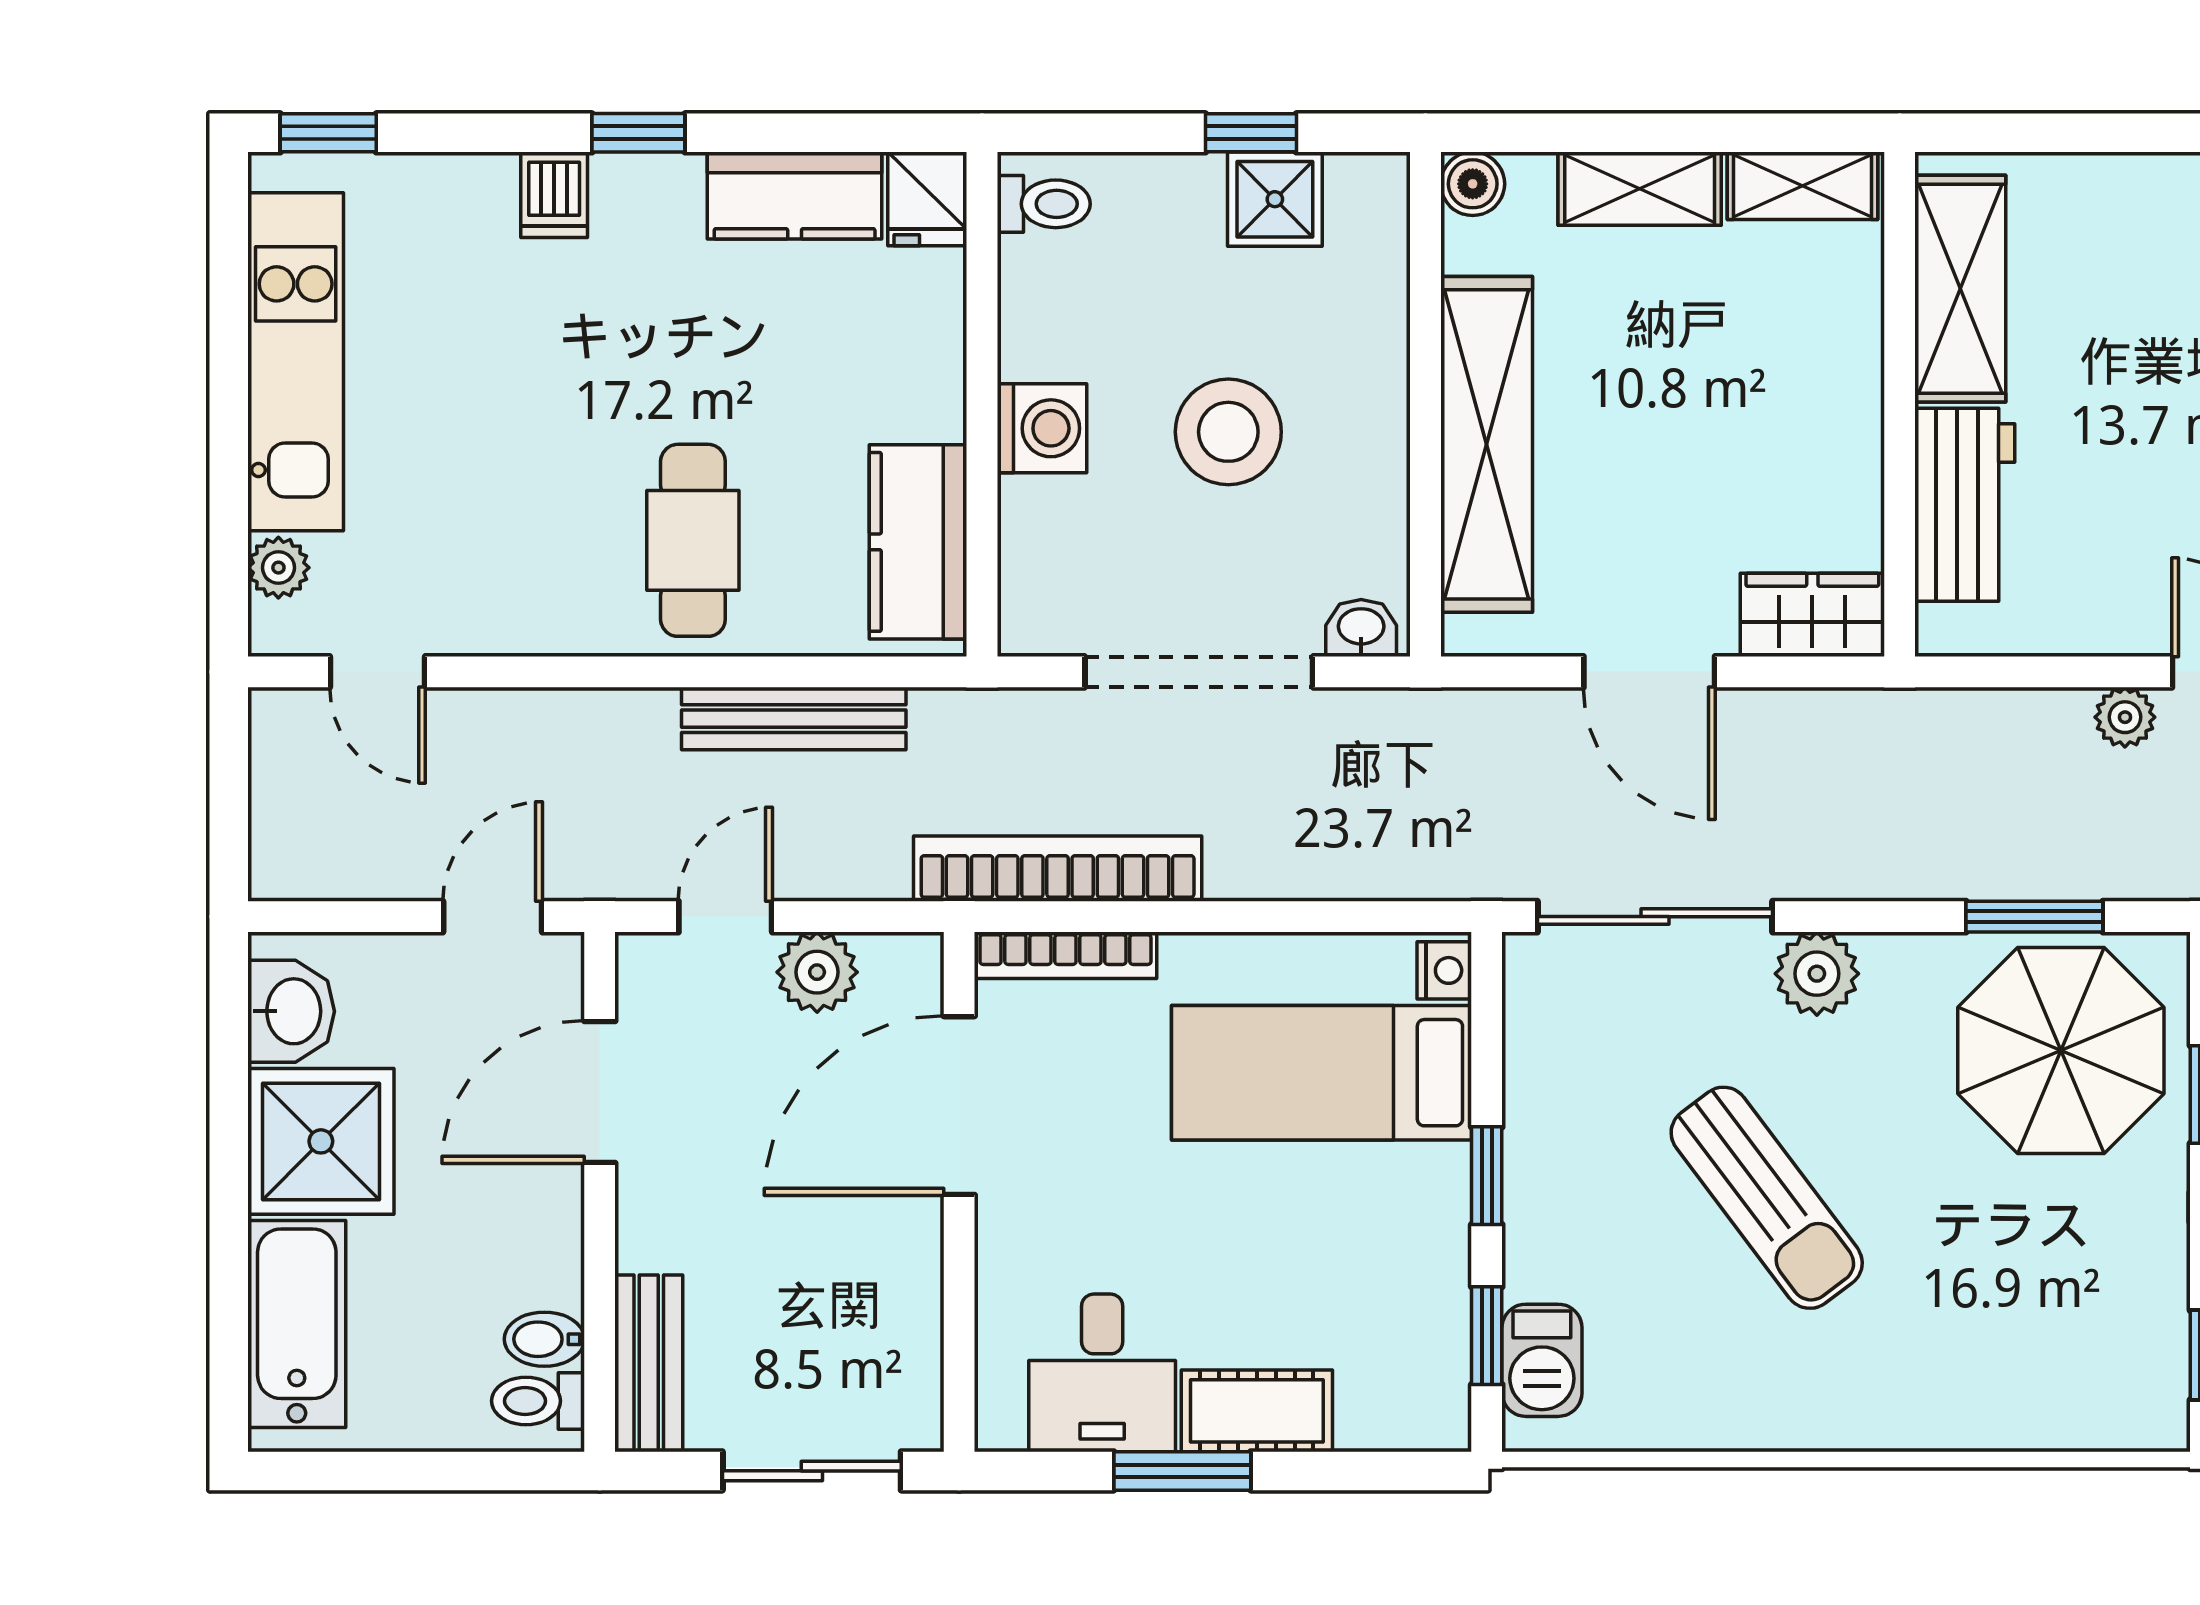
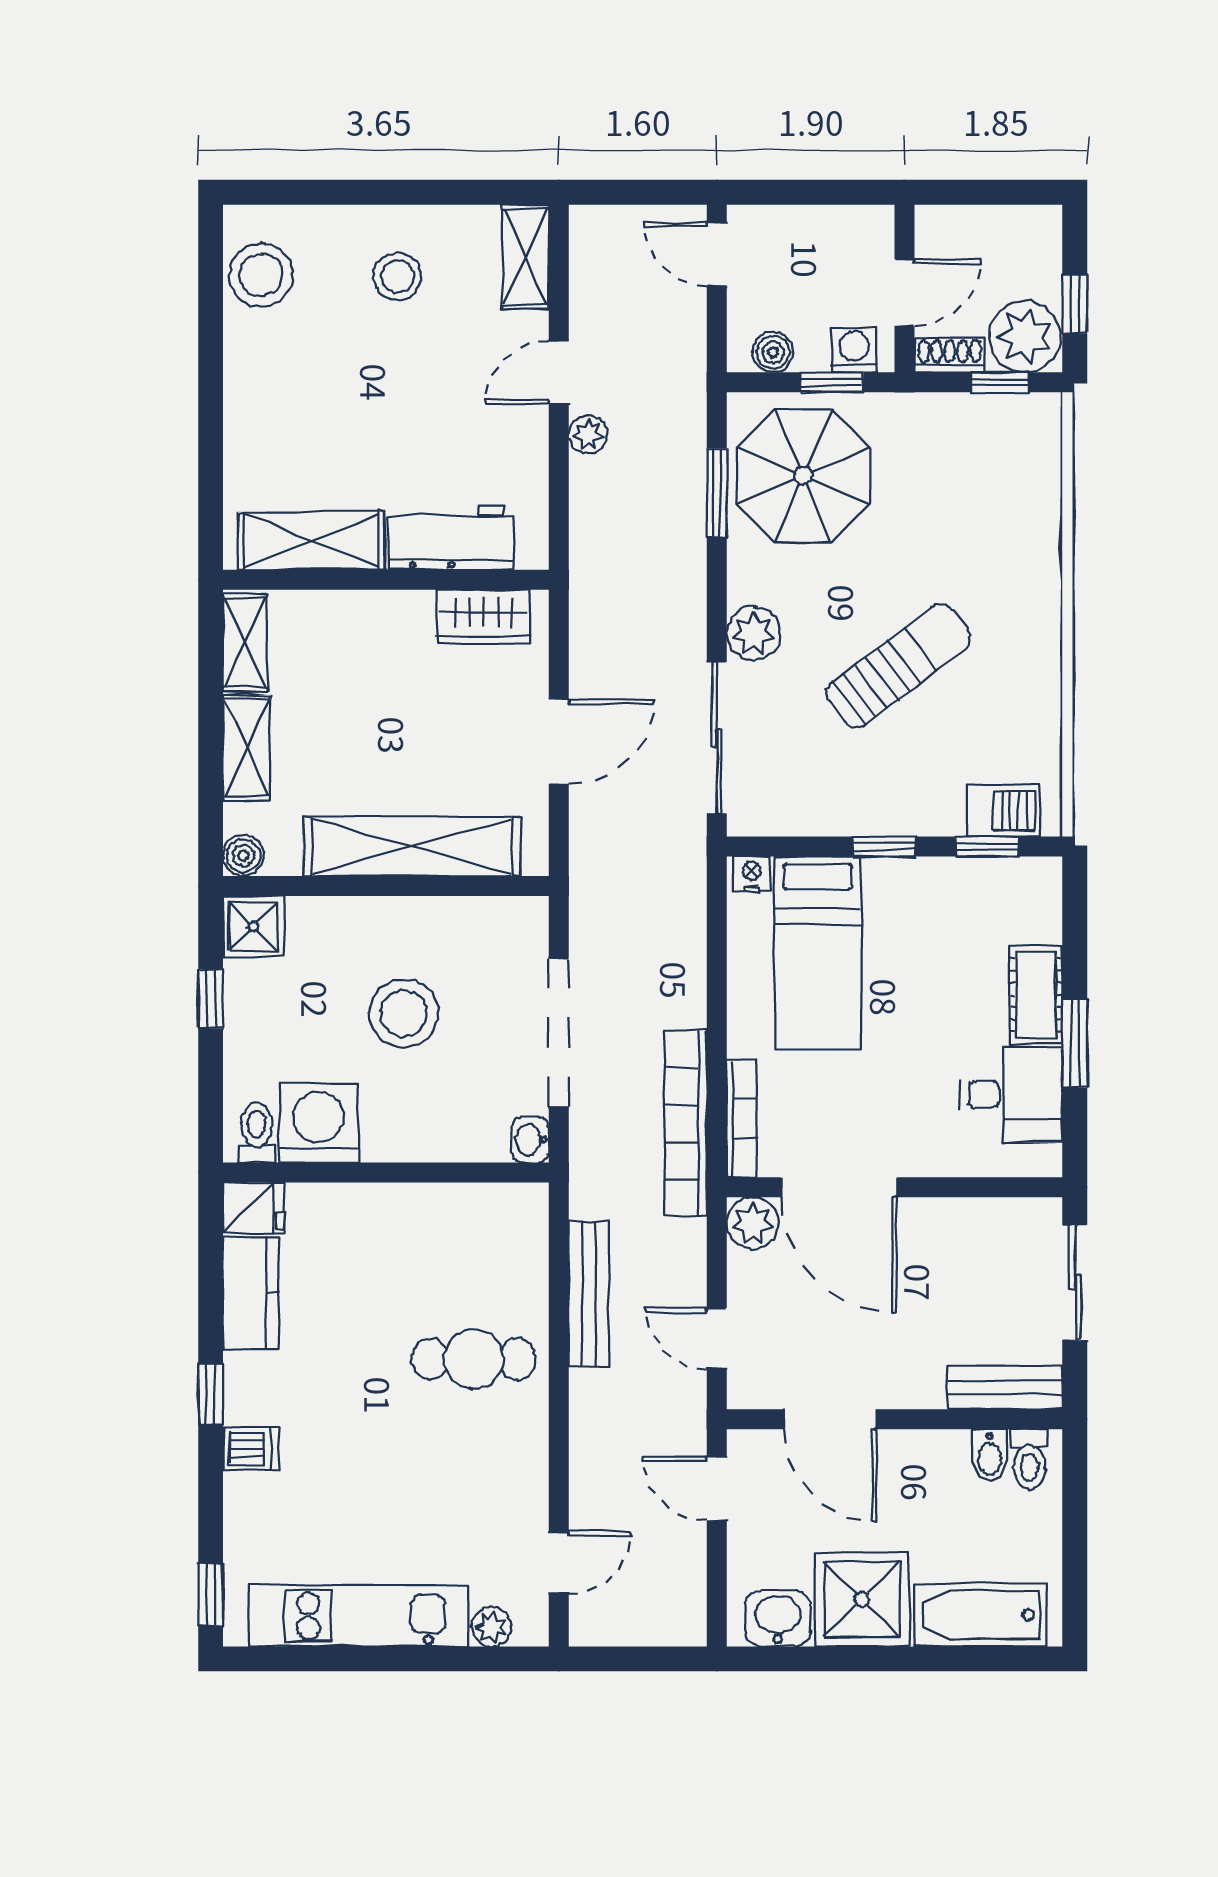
shower: (1275, 199) -> (254, 926), moved
washing machine: (1042, 428) -> (318, 1123), moved, width x1.37, depth x1.37
kitchen counter: (918, 542) -> (475, 1214), removed
wardrobe: (1812, 615) -> (484, 617), moved, turned -90
washbasin: (1361, 628) -> (530, 1140), moved
plant: (817, 972) -> (753, 1223), moved

